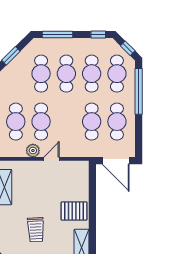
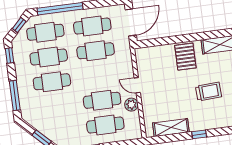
cafe table: (41, 74) -> (55, 106), removed

